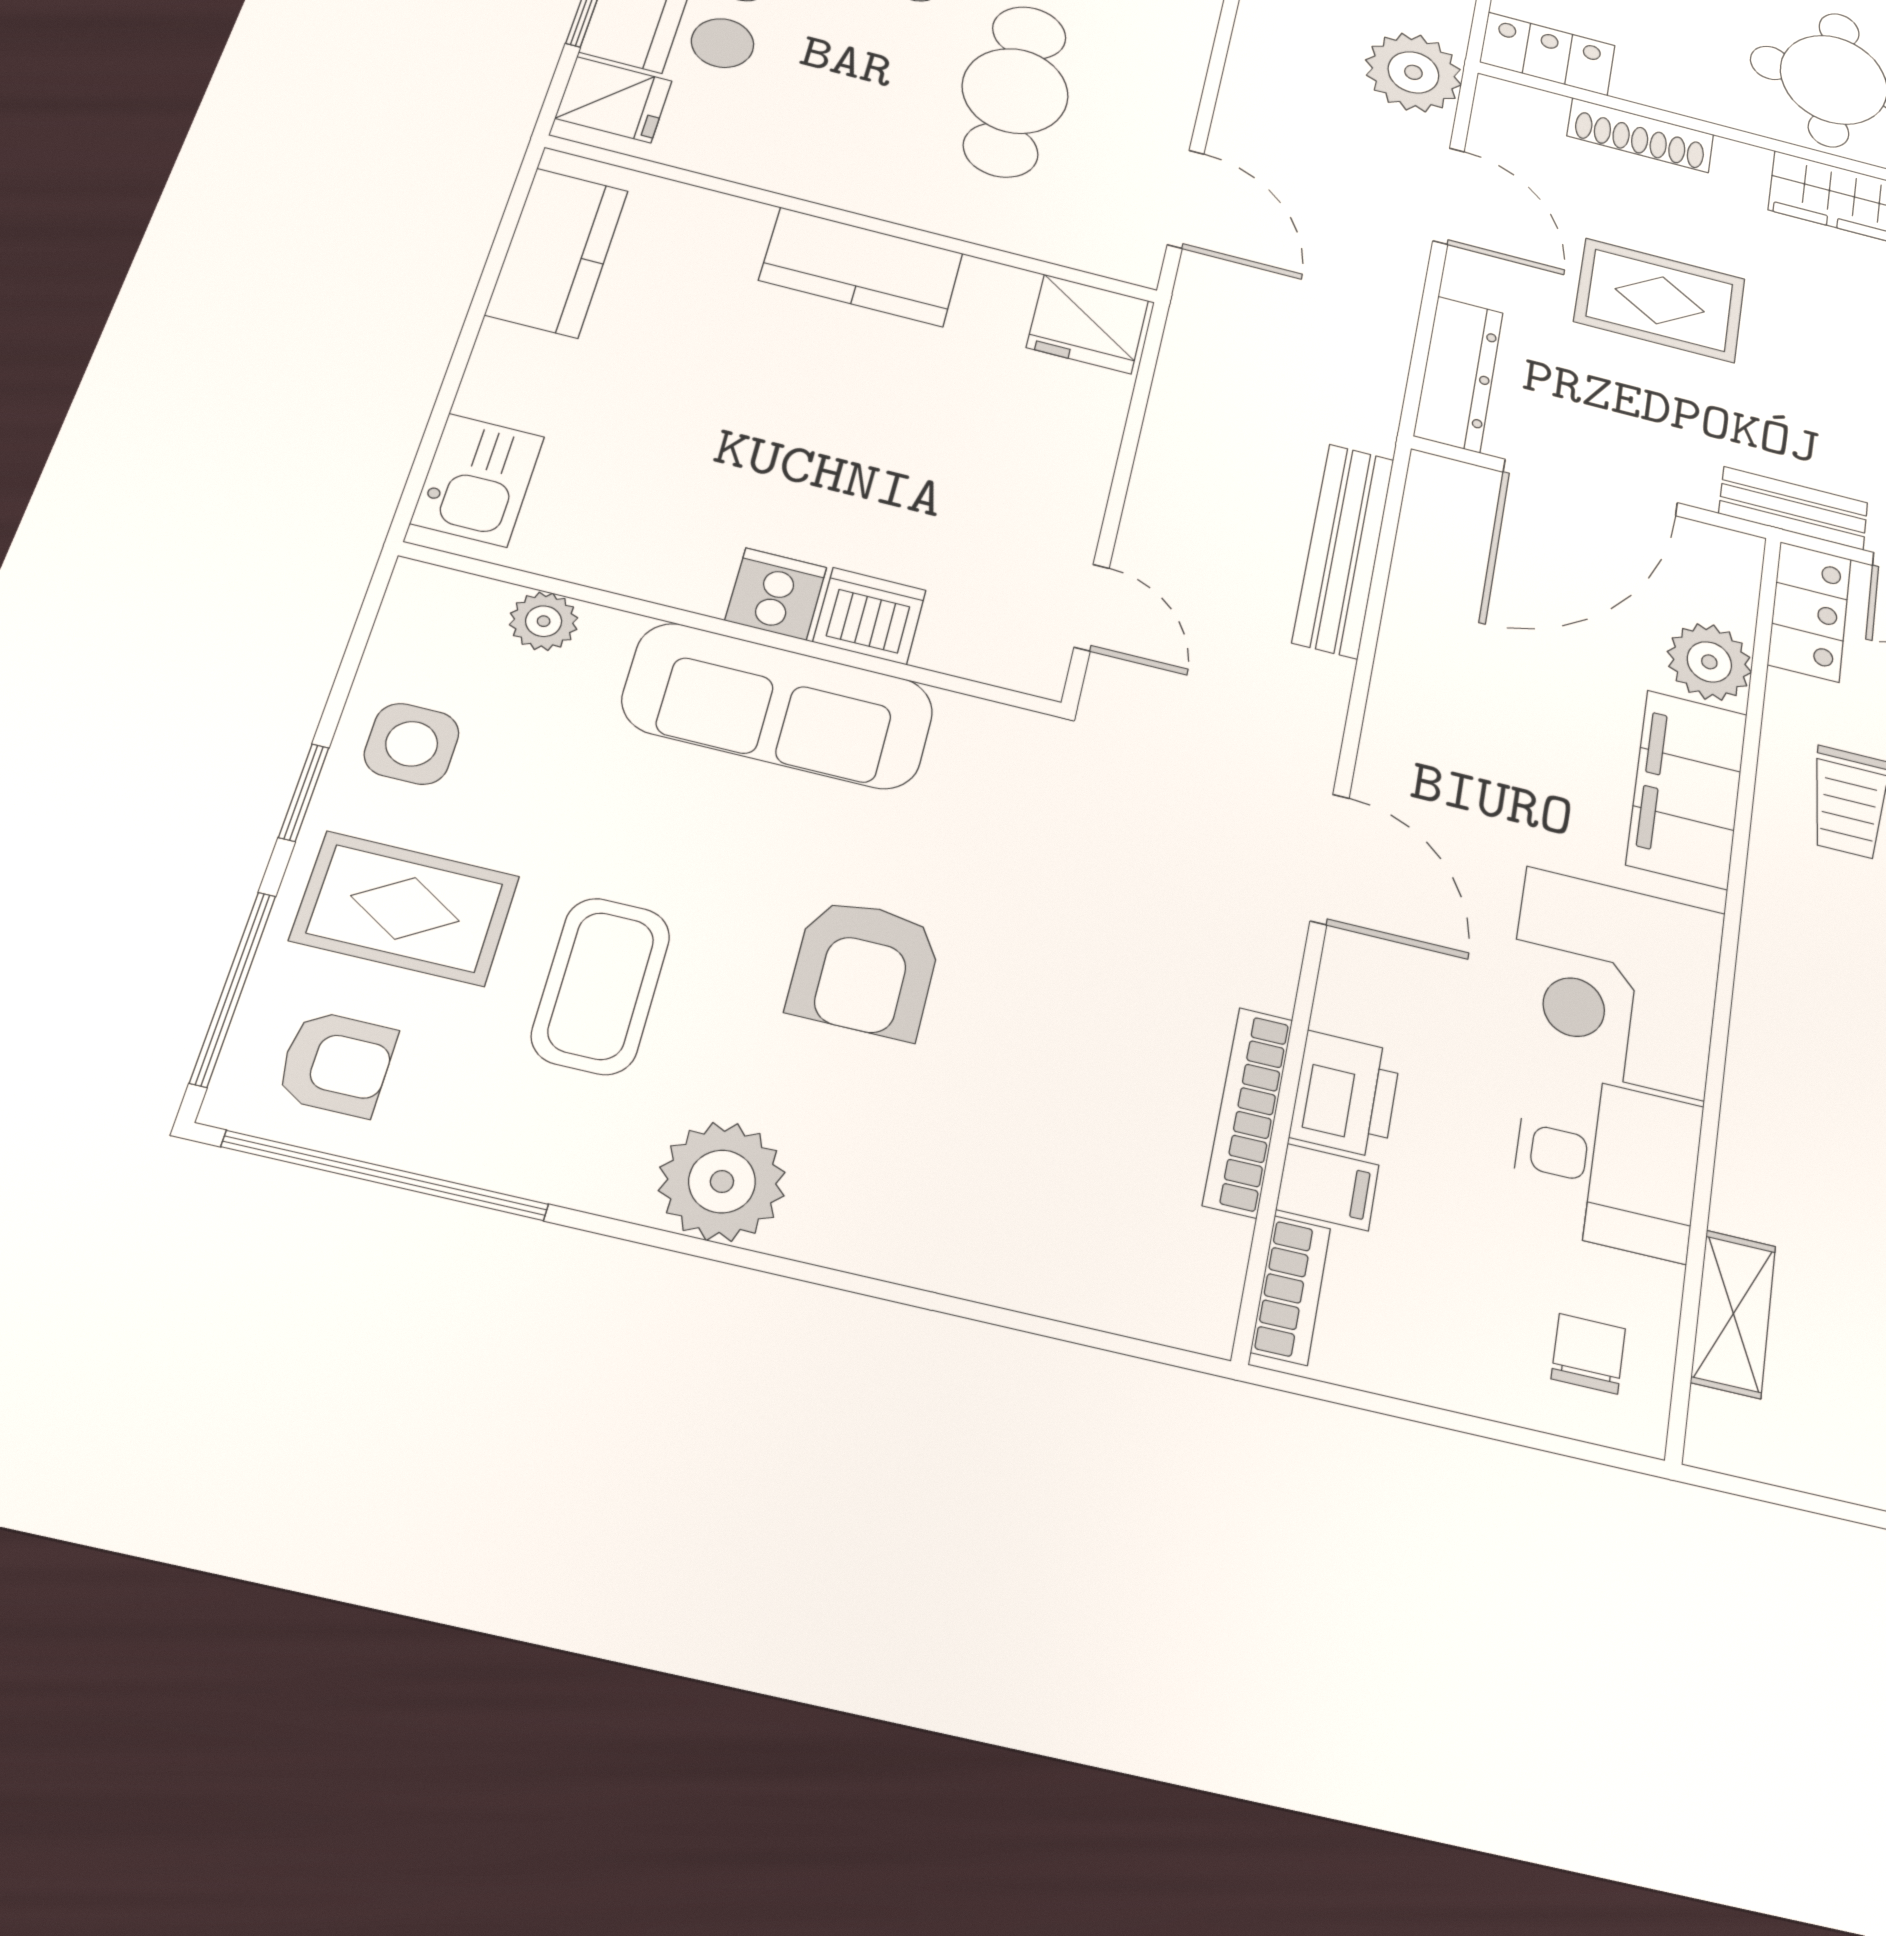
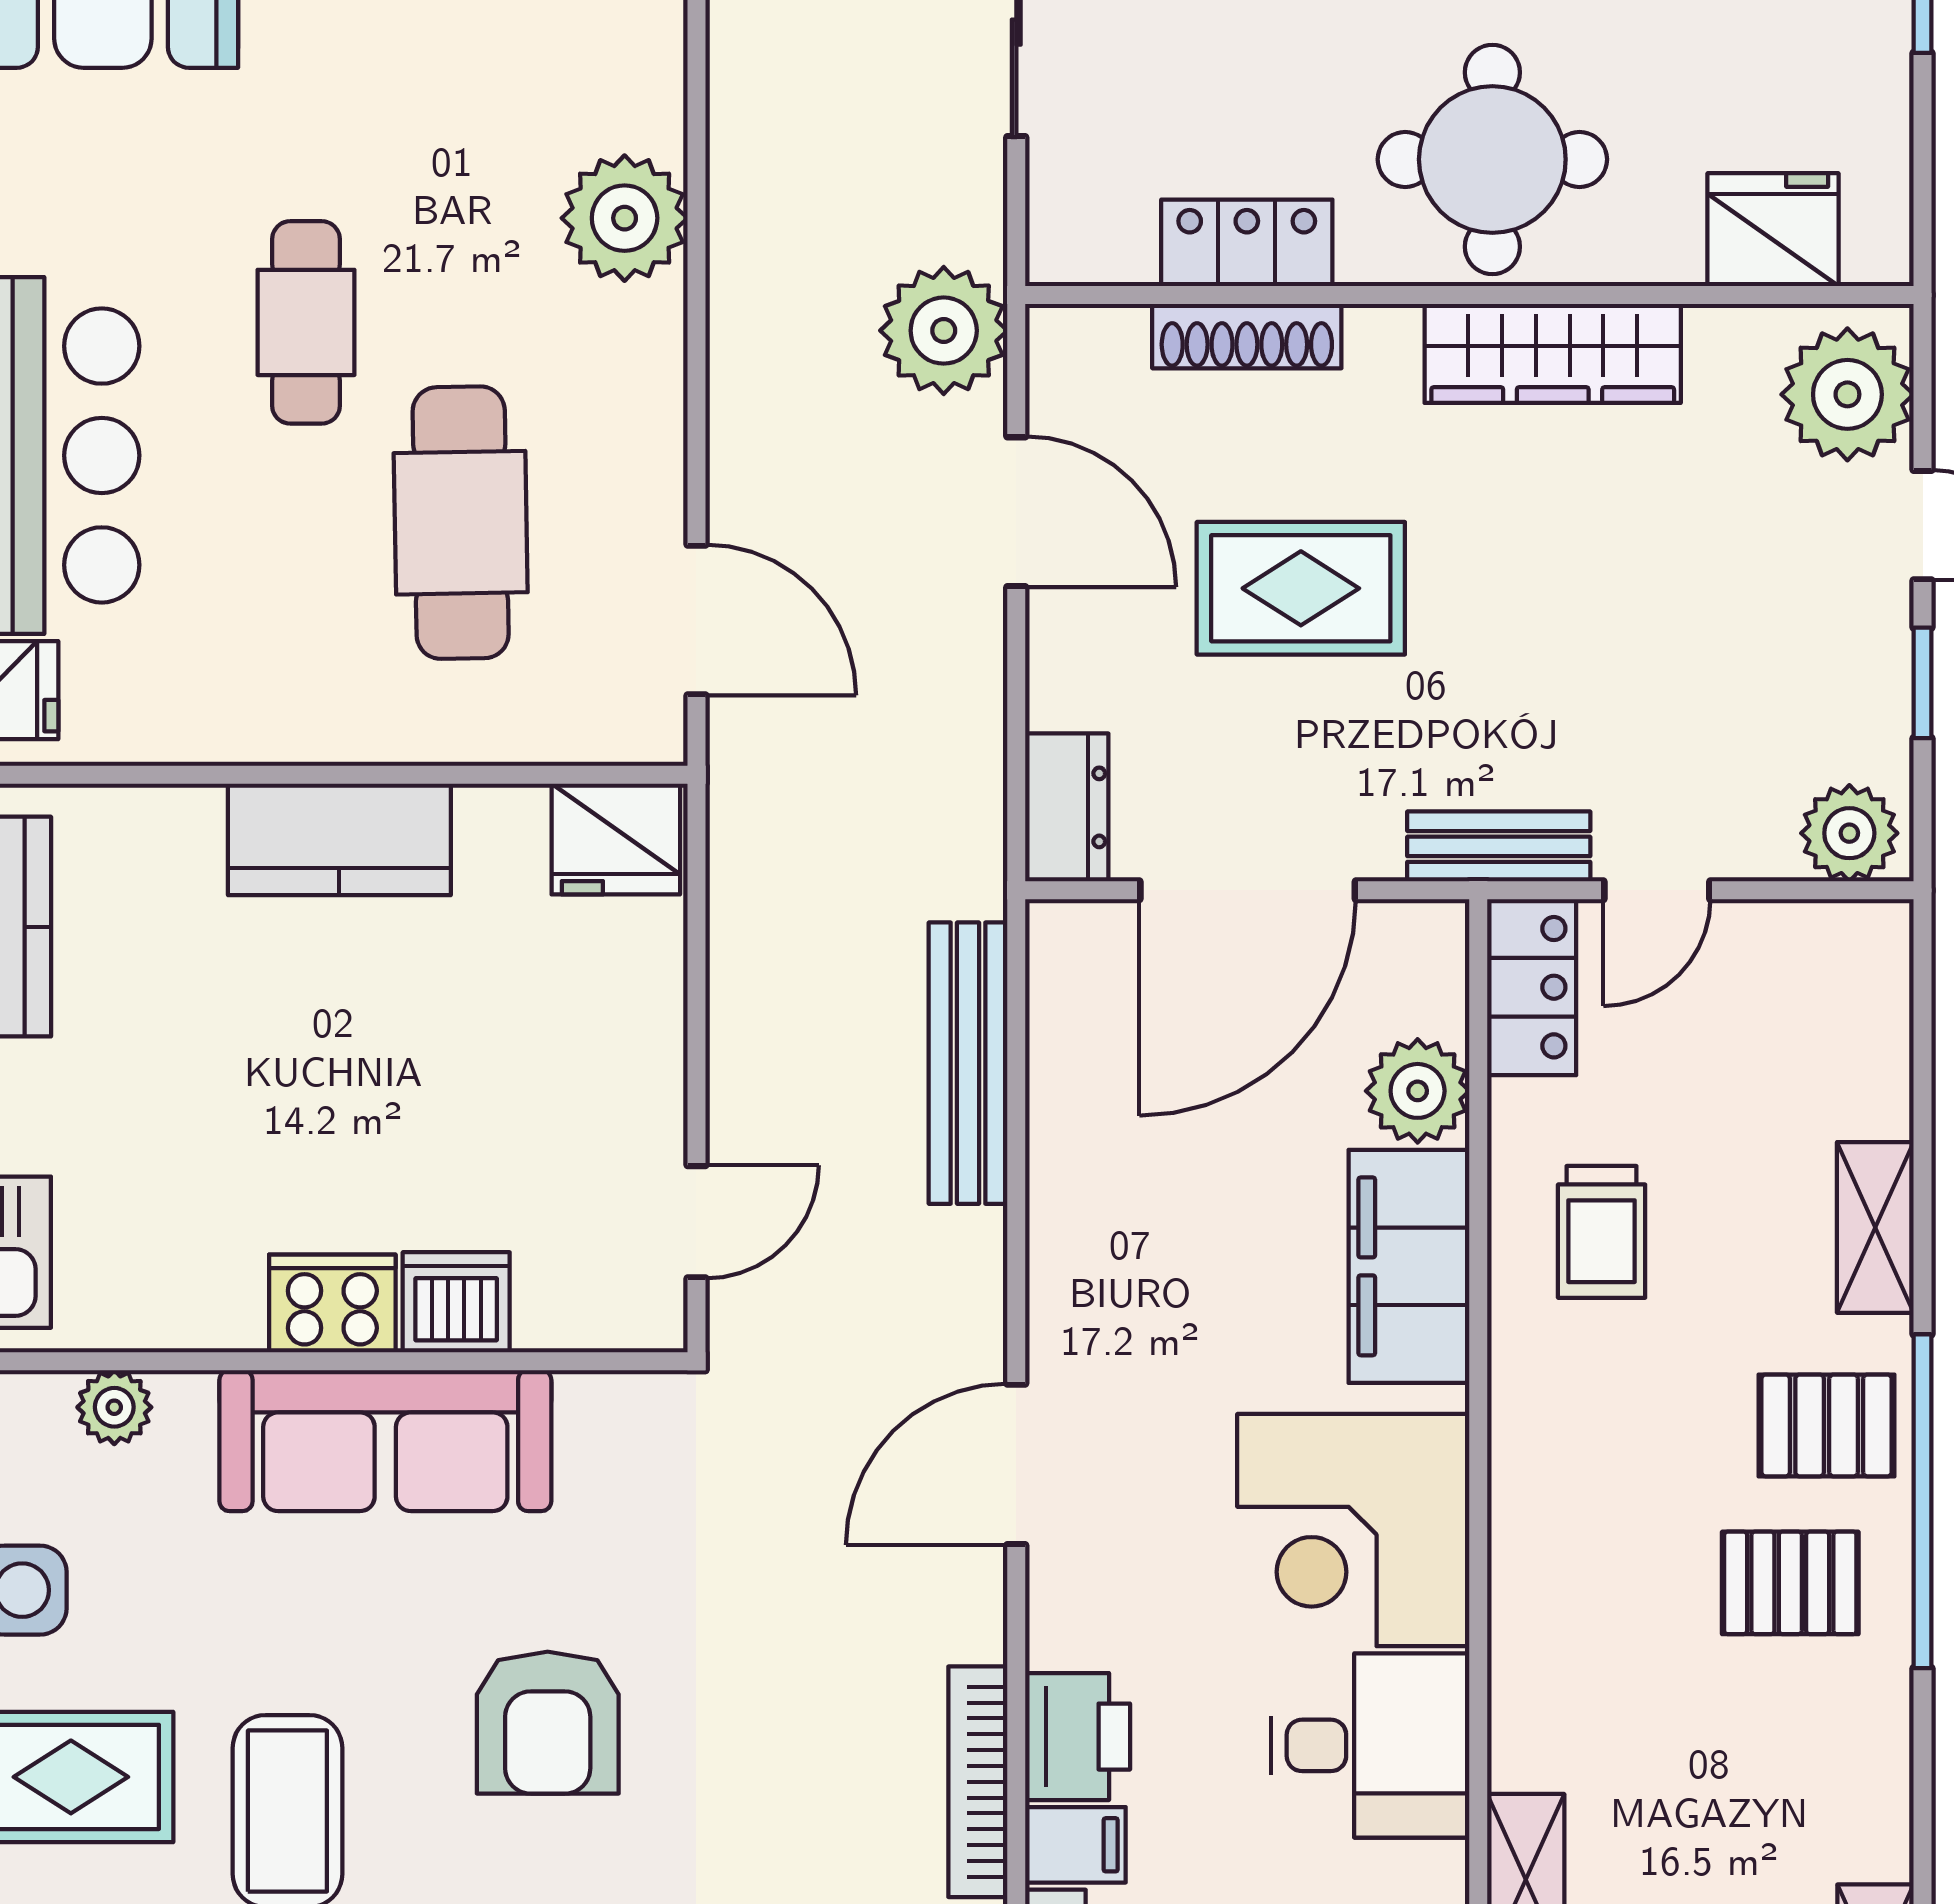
locker: (1548, 54) -> (1247, 243), moved
dresser: (1459, 374) -> (1067, 807), width x0.70
cooker: (776, 594) -> (332, 1303), width x1.36
door: (1092, 608) -> (696, 1222), hinge flipped
door: (1330, 859) -> (1016, 1464), swing flipped

